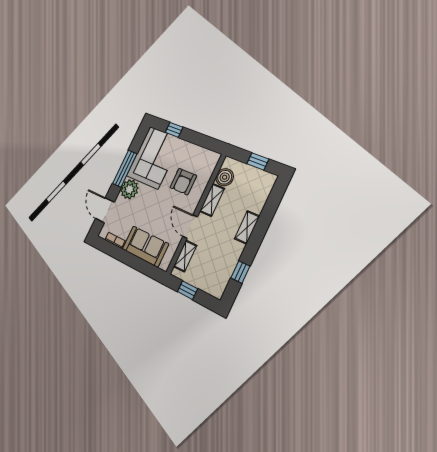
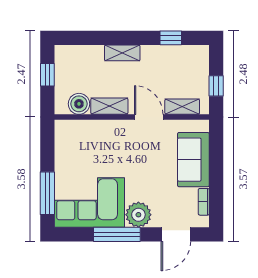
window: (174, 130) -> (47, 193), width x2.17
armchair: (183, 182) -> (103, 151), removed
door: (190, 227) -> (149, 117), swing flipped

